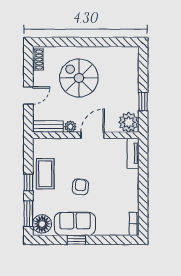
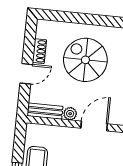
shoe rack: (38, 60) -> (39, 51), moved

